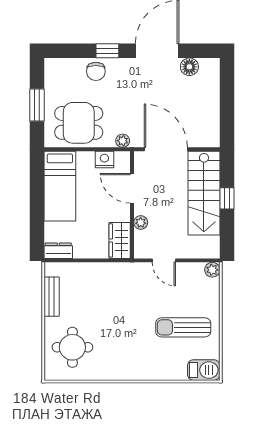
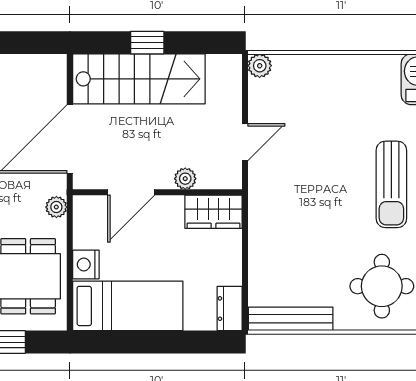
nightstand: (104, 159) -> (86, 264), moved
bench: (52, 297) -> (291, 319), width x1.36
sun lounger: (183, 327) -> (391, 184), moved

